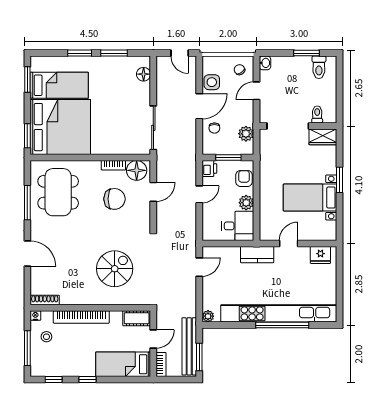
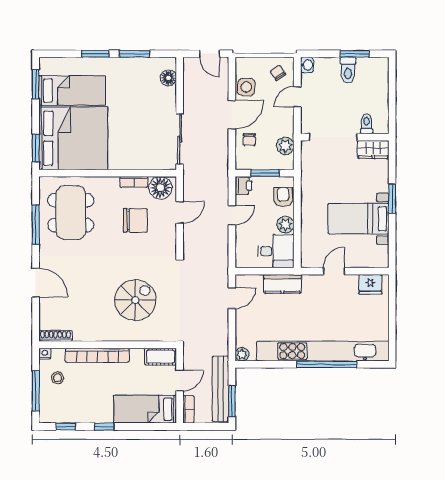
toilet: (319, 67) -> (348, 70), moved
kitchen counter: (257, 255) -> (282, 284), moved

